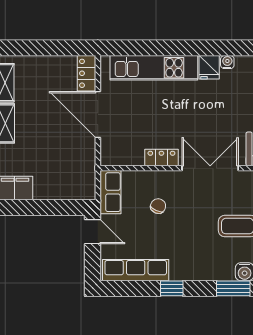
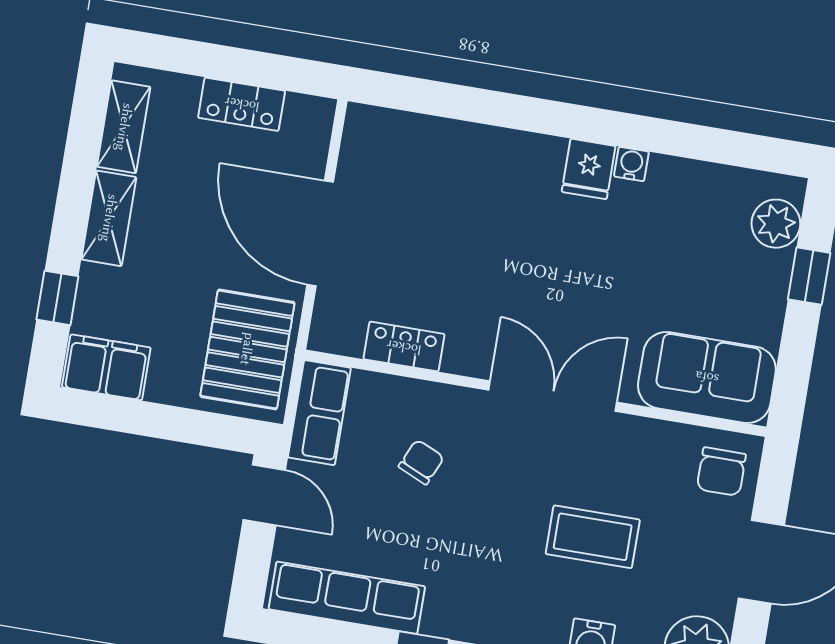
kitchen unit: (154, 68) -> (464, 149), removed
locker: (87, 73) -> (242, 104), moved, turned -90
locker: (161, 157) -> (404, 347), moved
pallet: (75, 170) -> (247, 349), added

